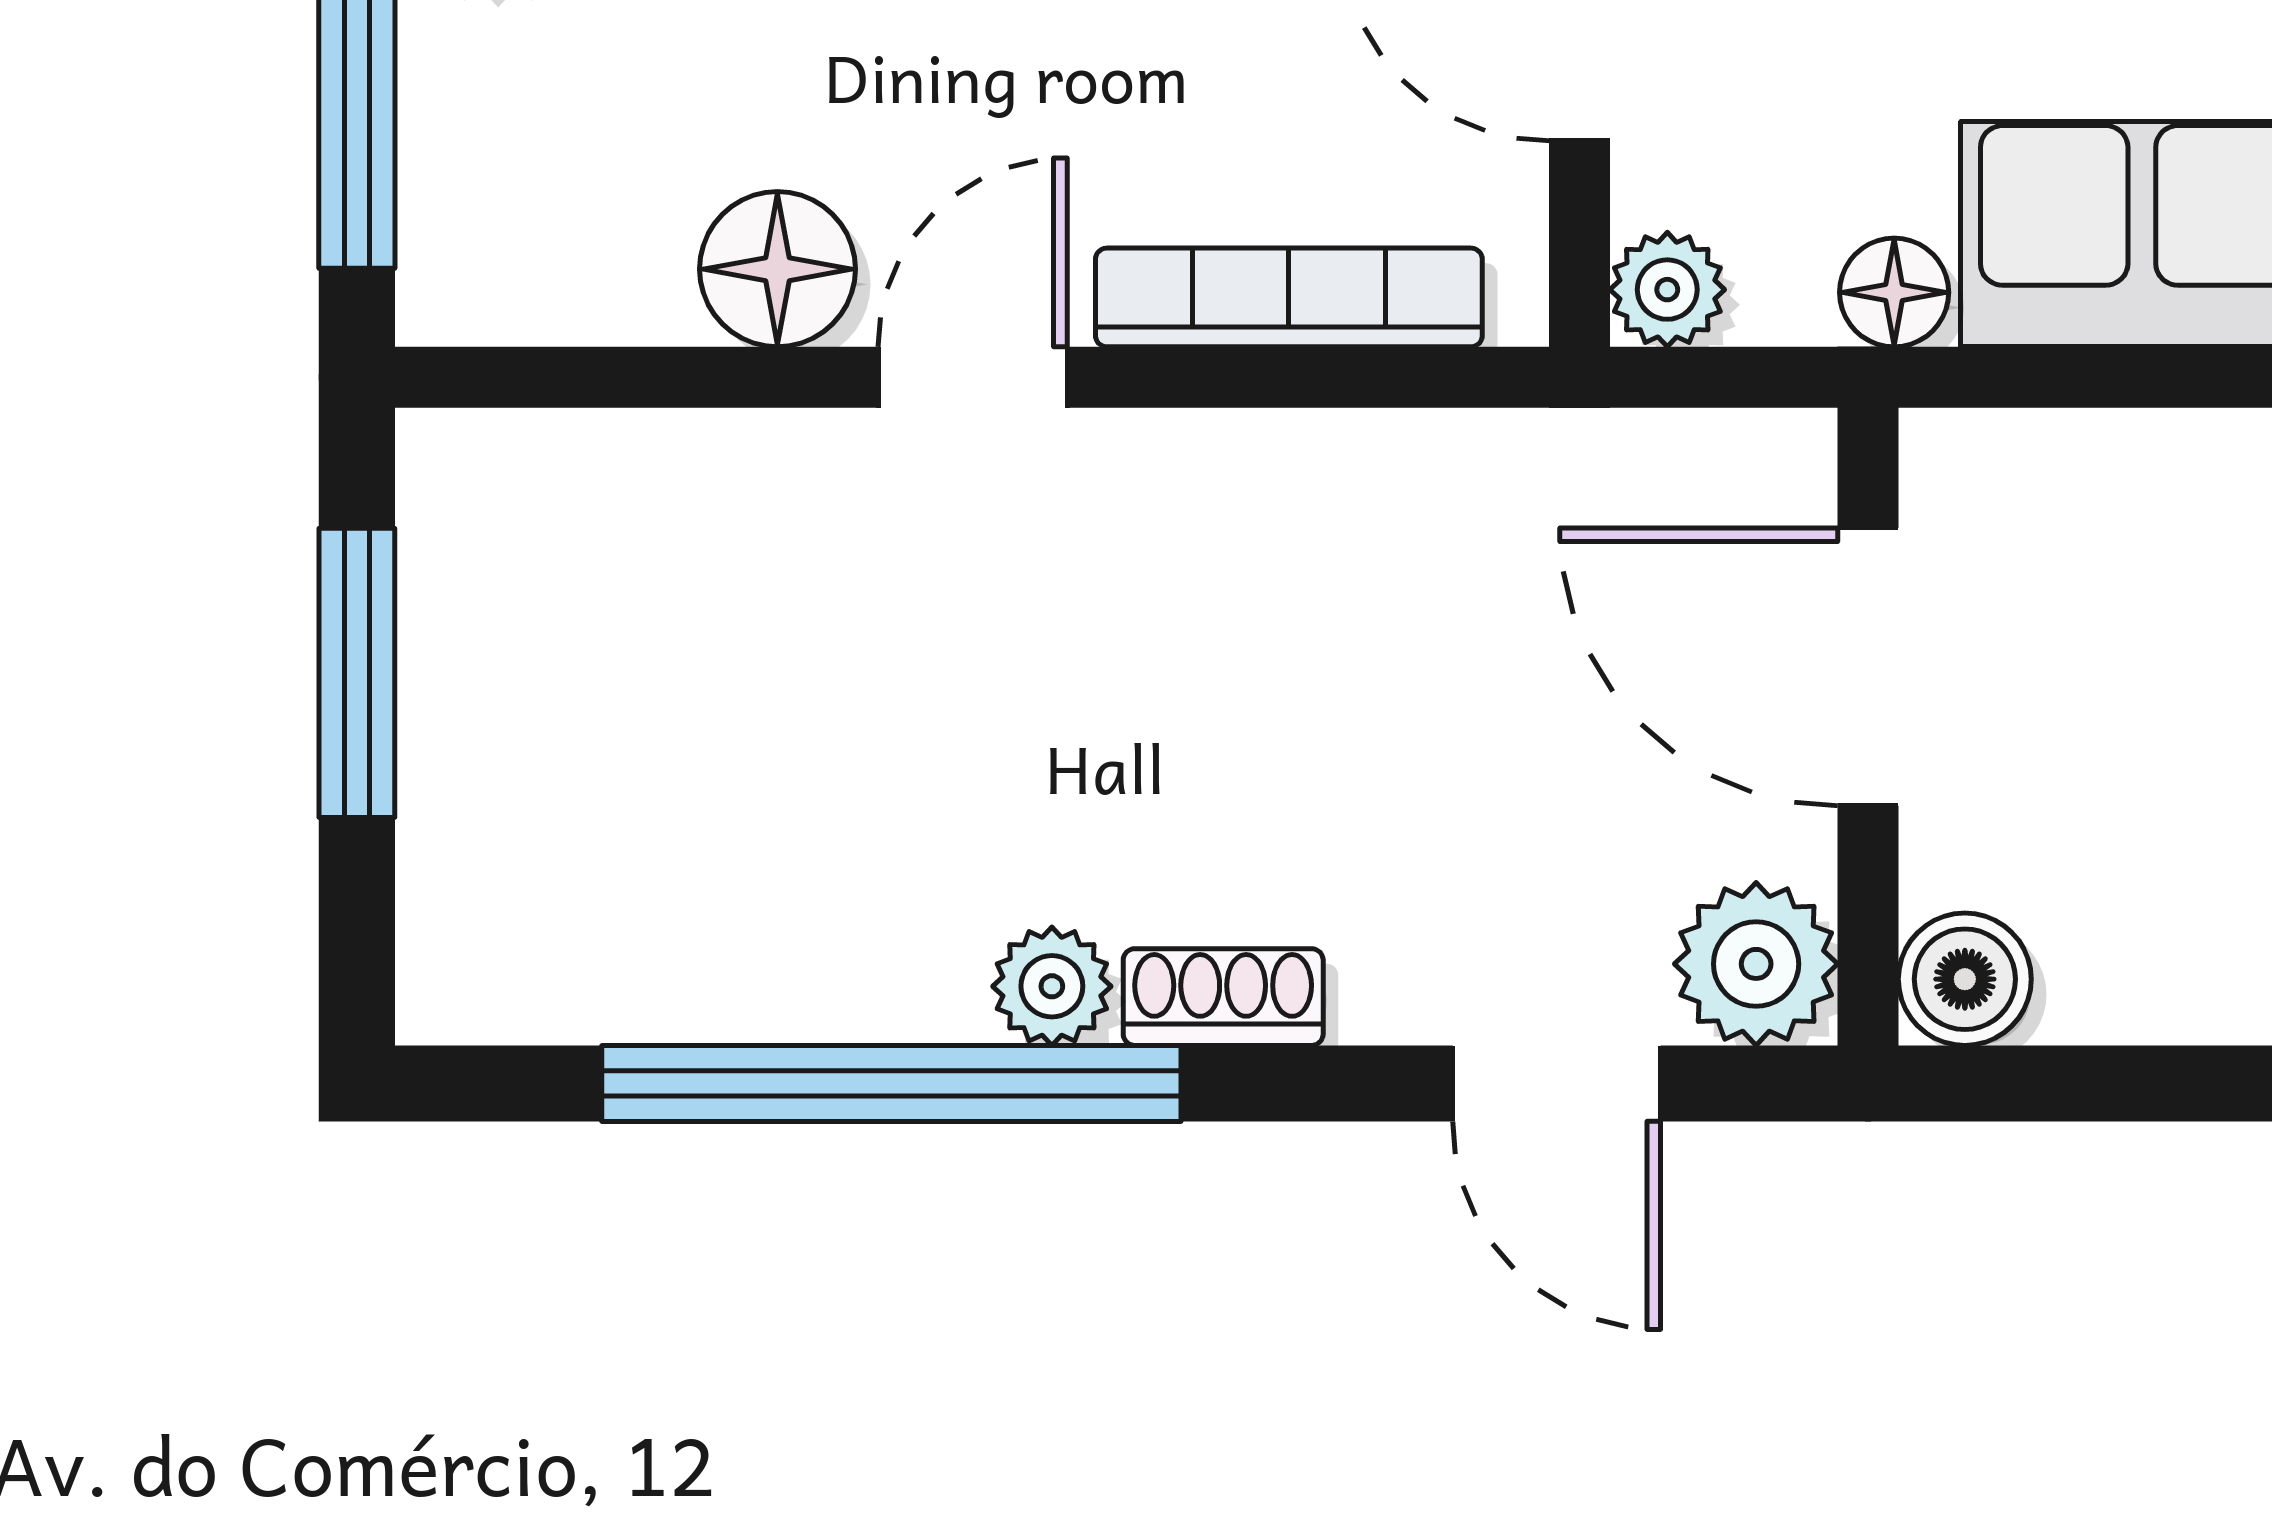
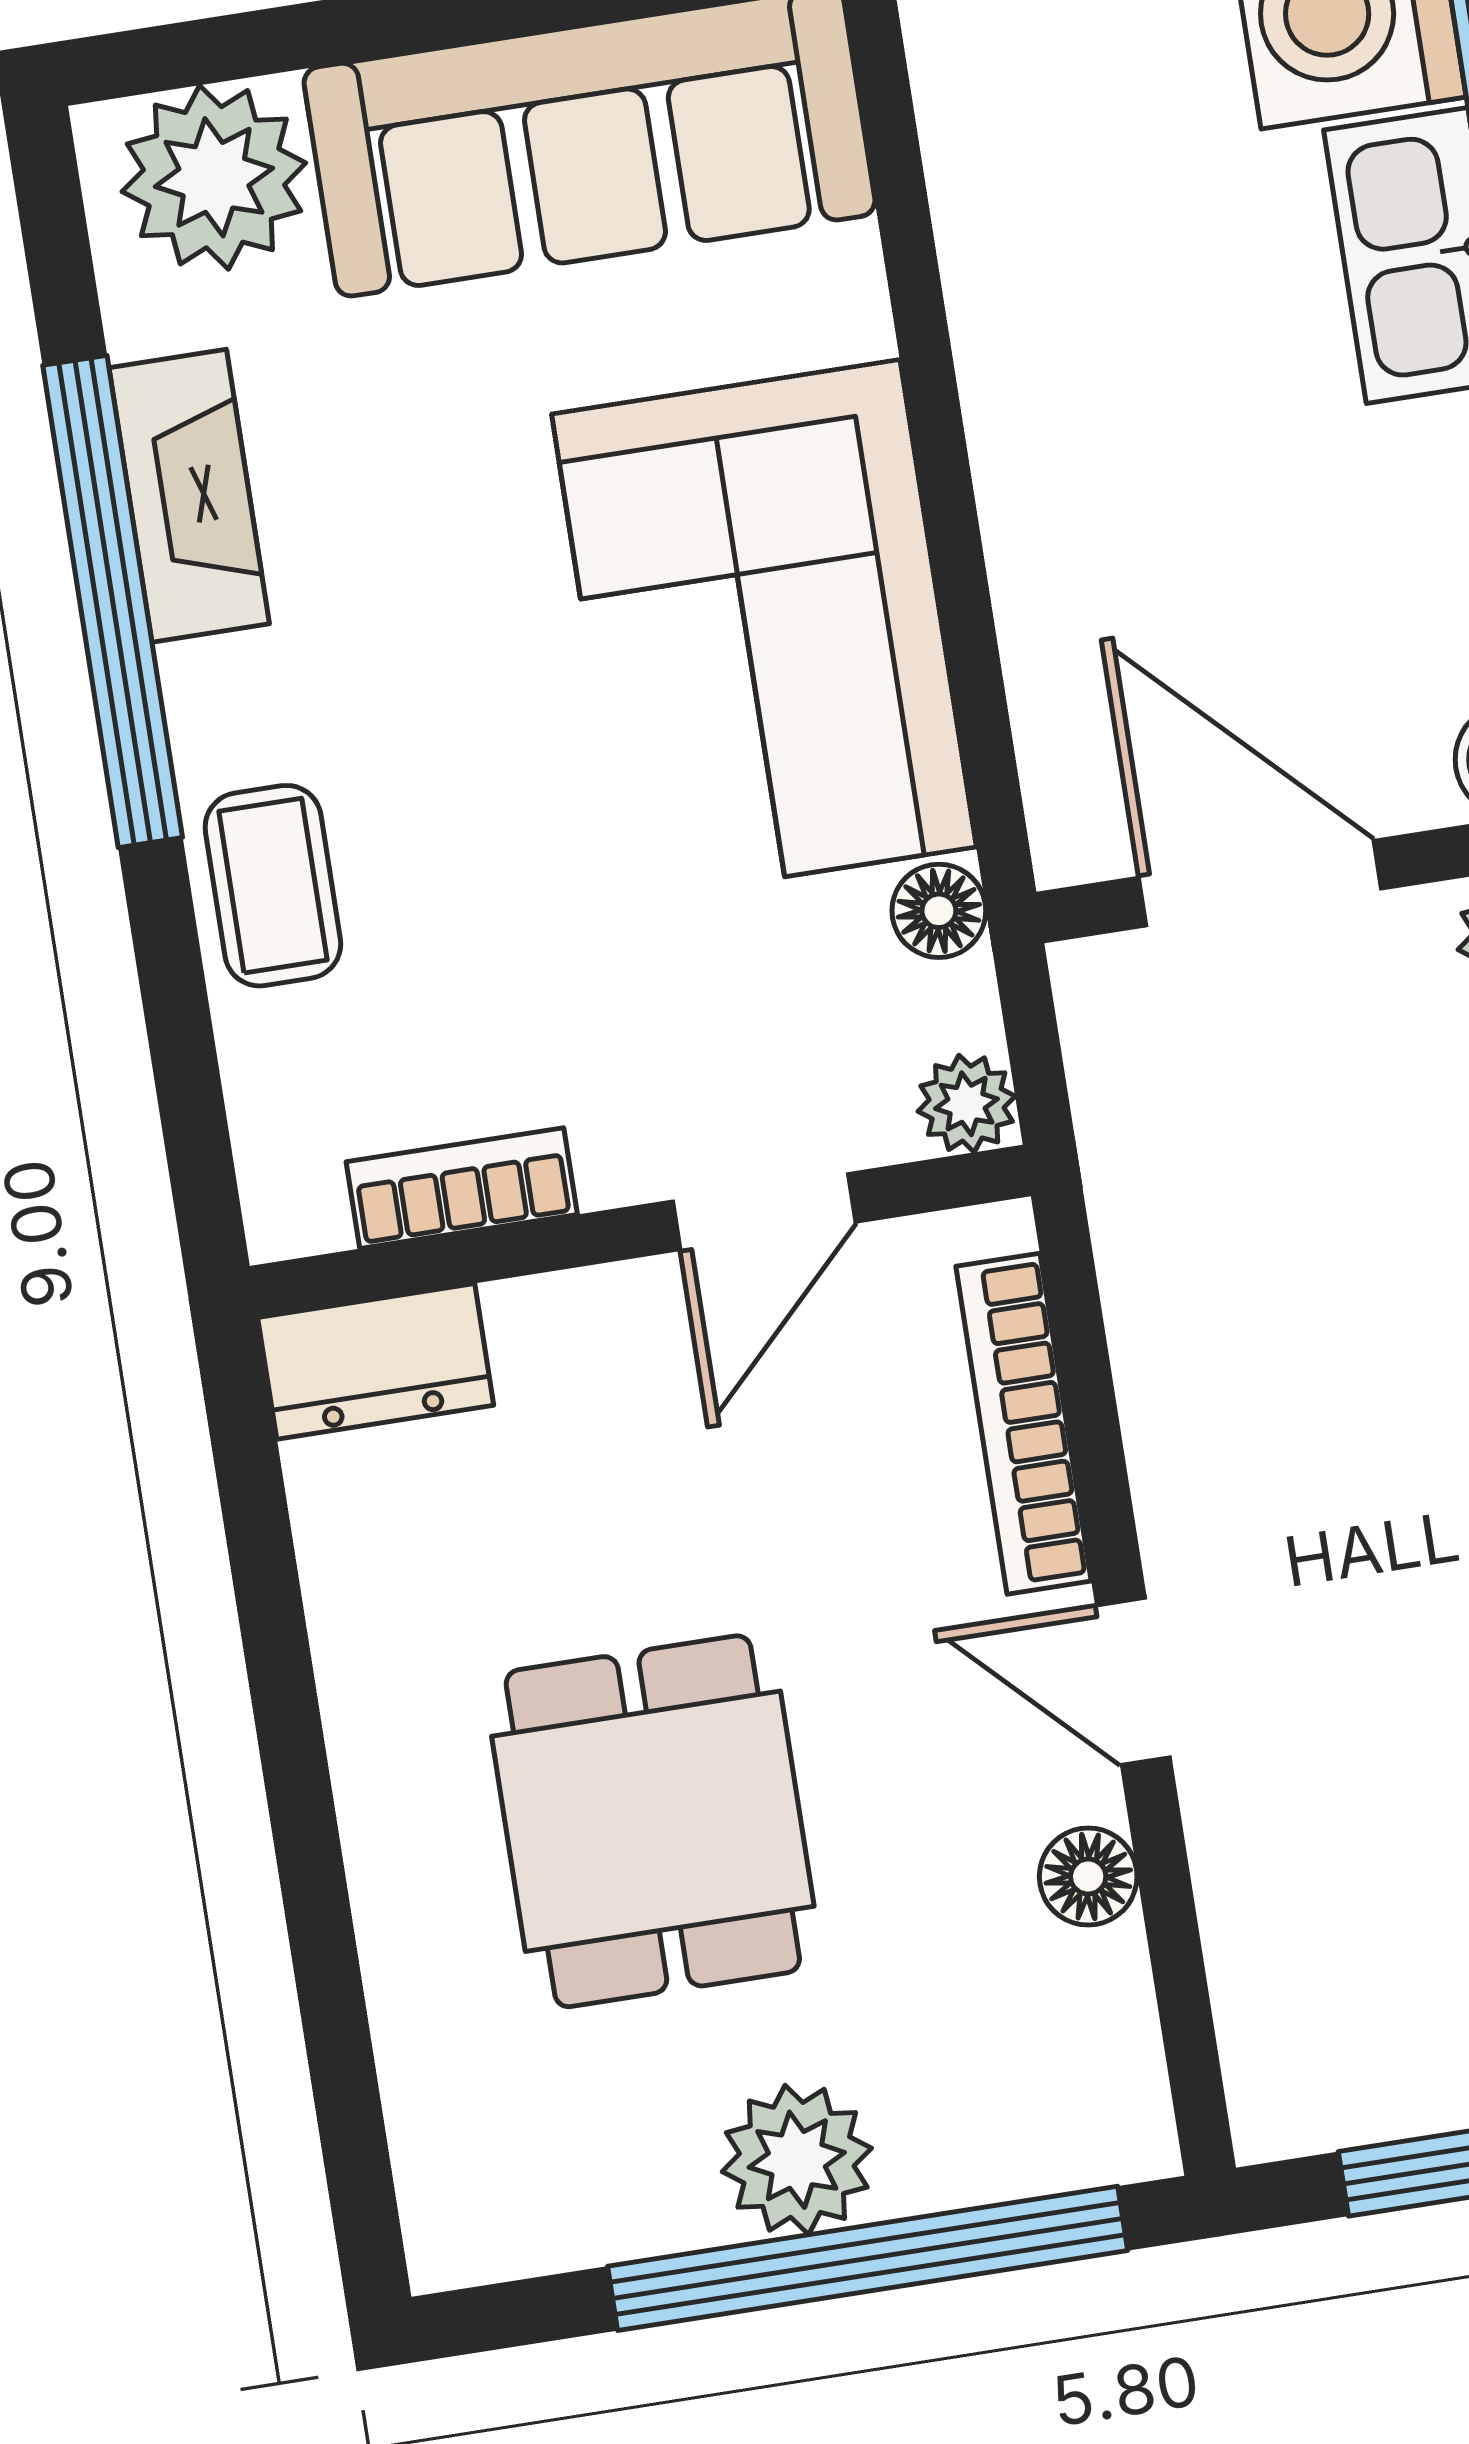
floor lamp: (777, 269) -> (1088, 1877), width x0.73, depth x0.73
door: (1868, 667) -> (1260, 883), swing flipped

